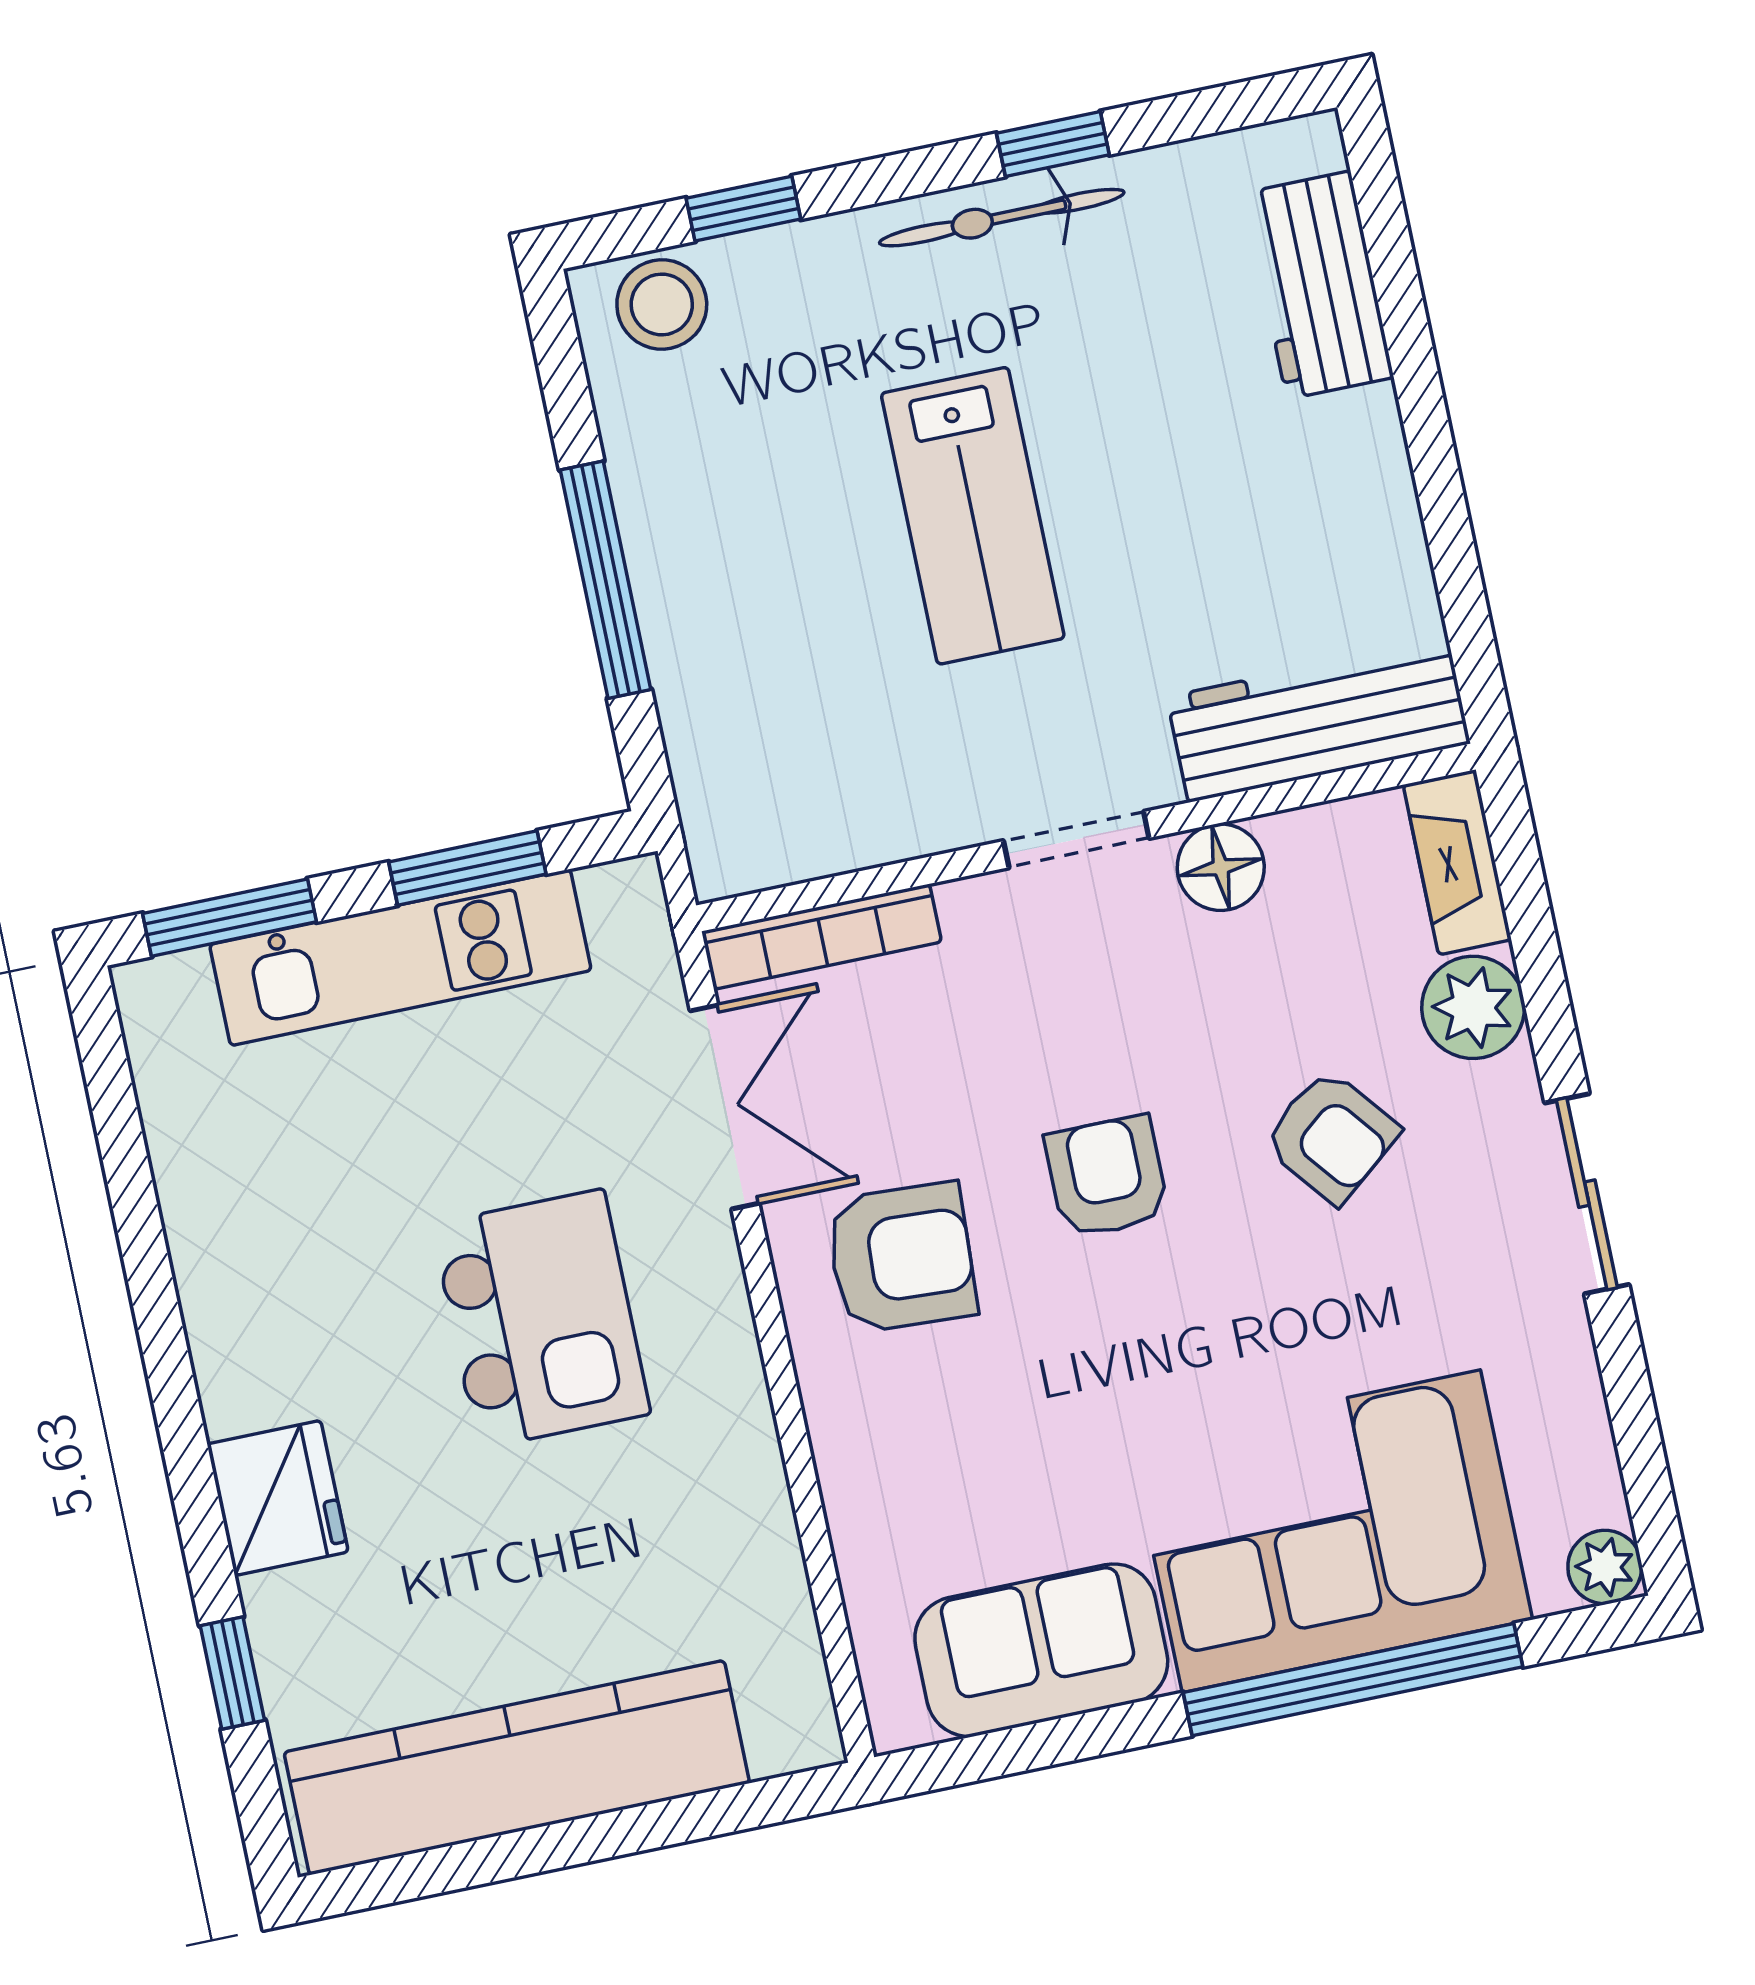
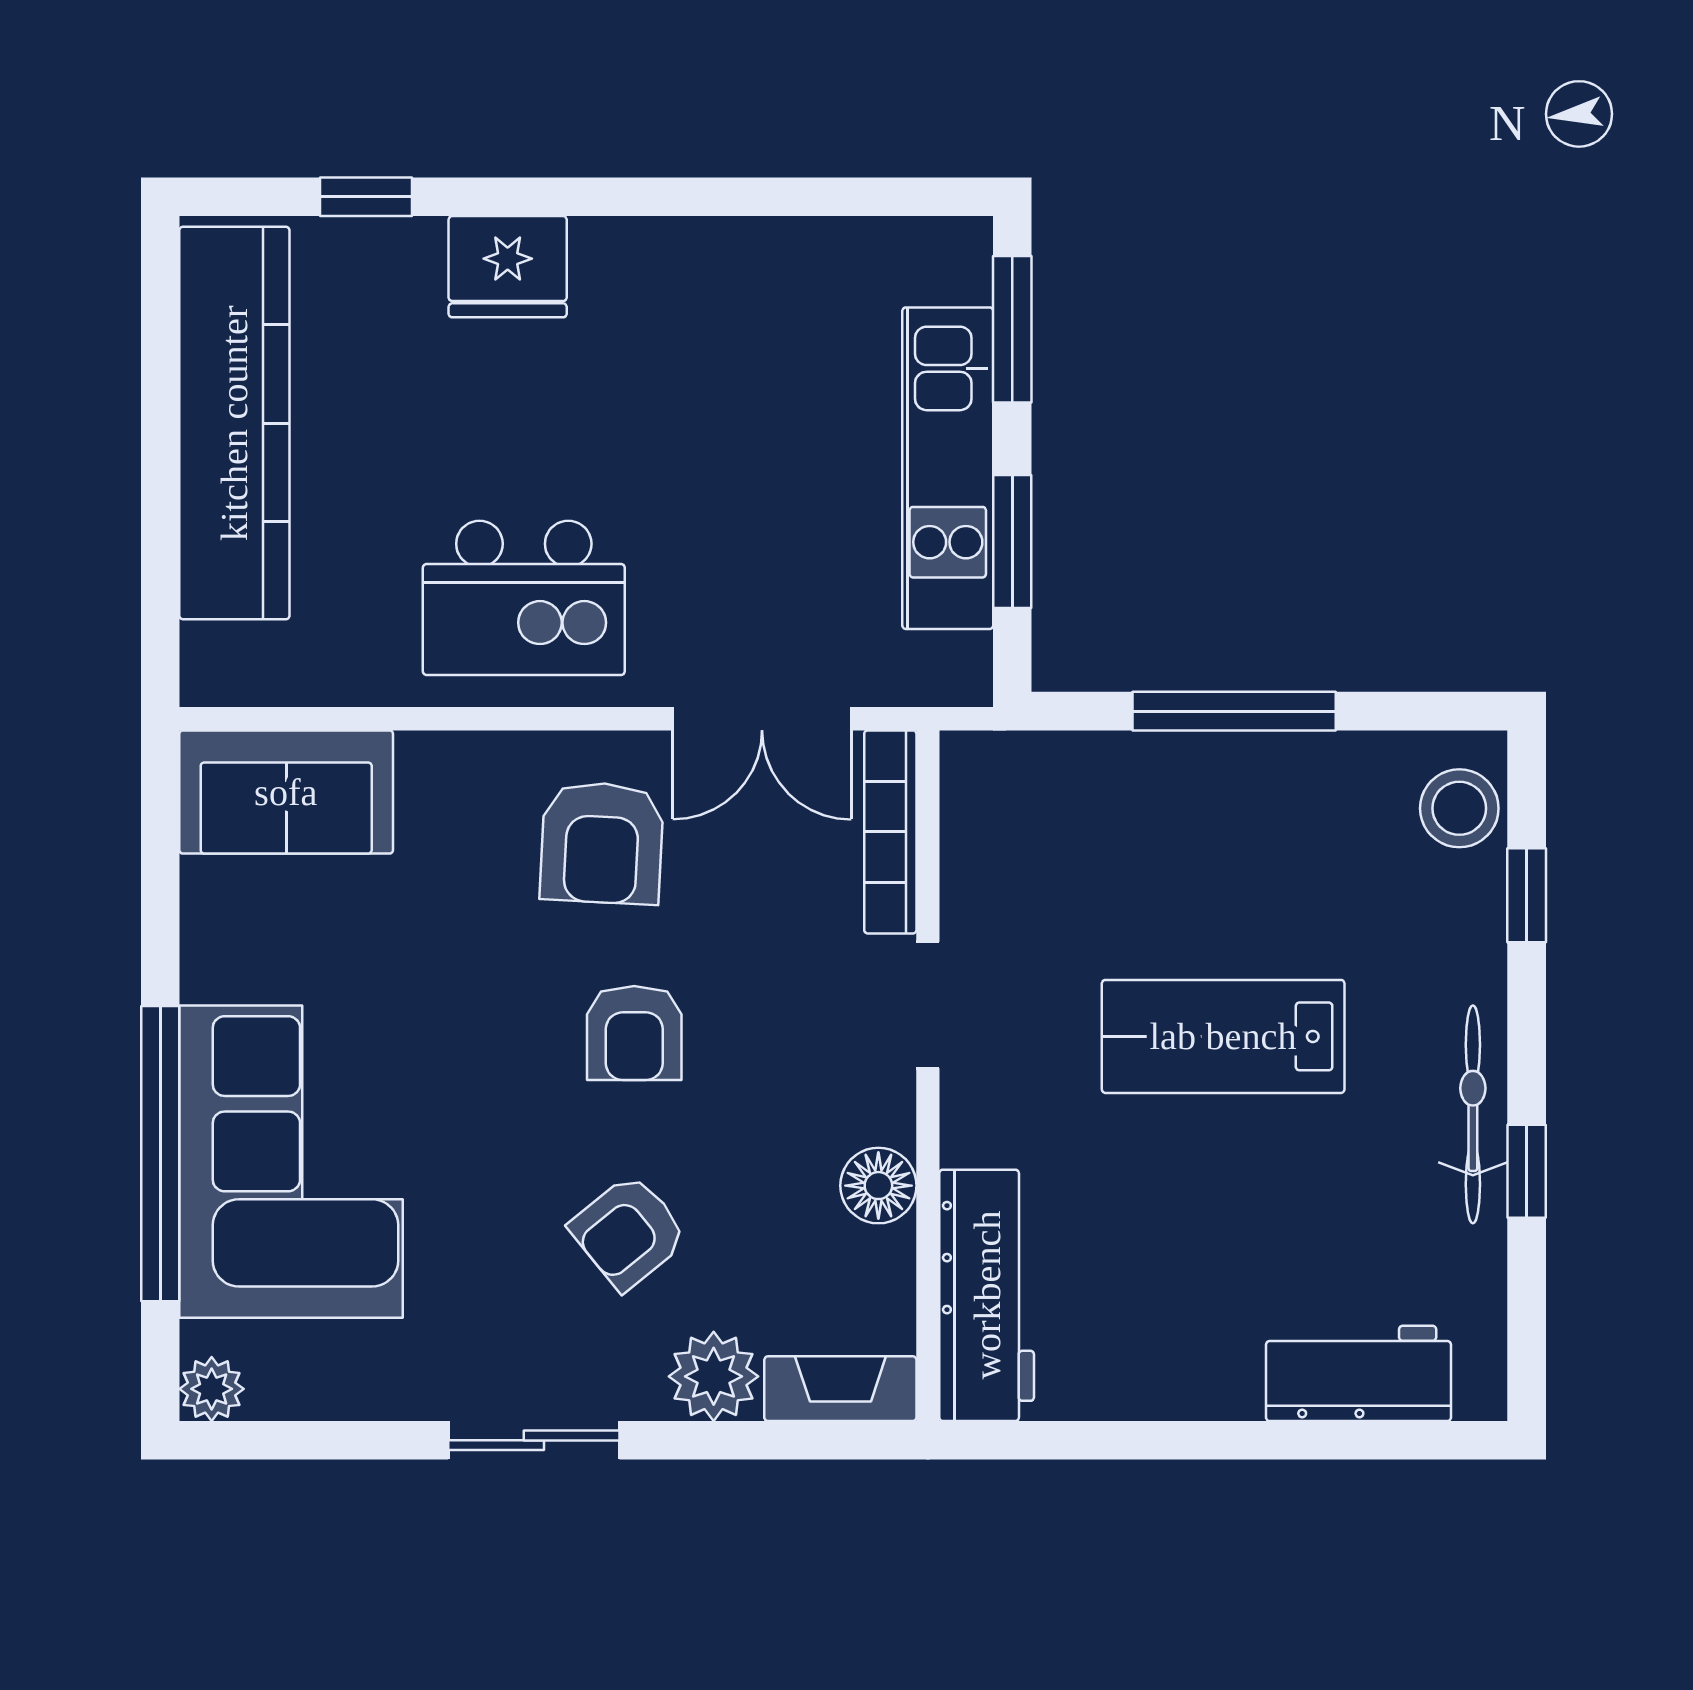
doorway: (1076, 840) -> (928, 1005), moved
armchair: (1107, 1177) -> (634, 1033), turned 90
kitchen island: (541, 1319) -> (524, 598), moved
sofa: (1041, 1650) -> (286, 792), moved, turned 90

